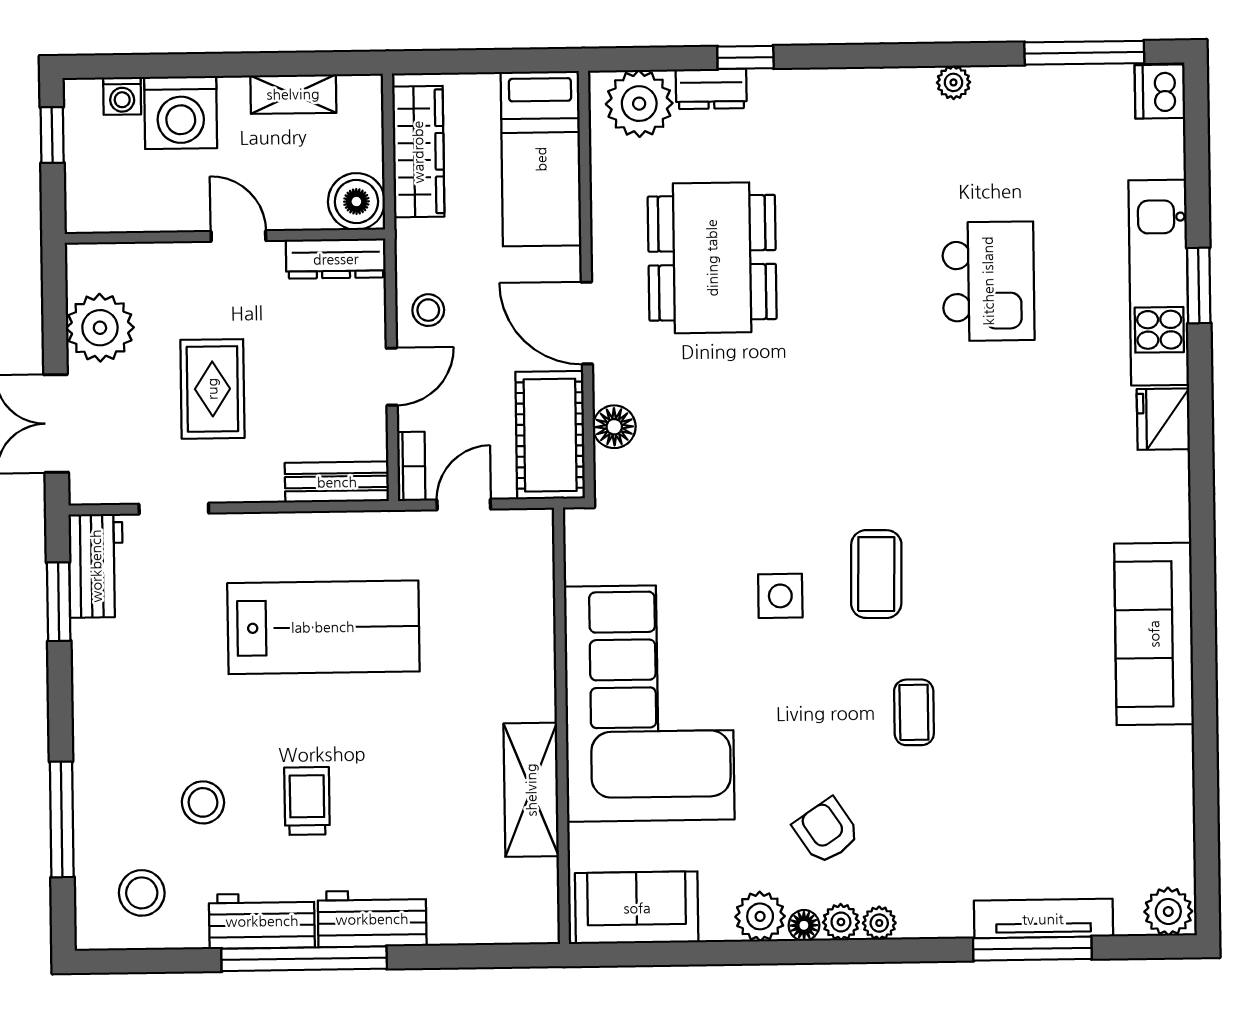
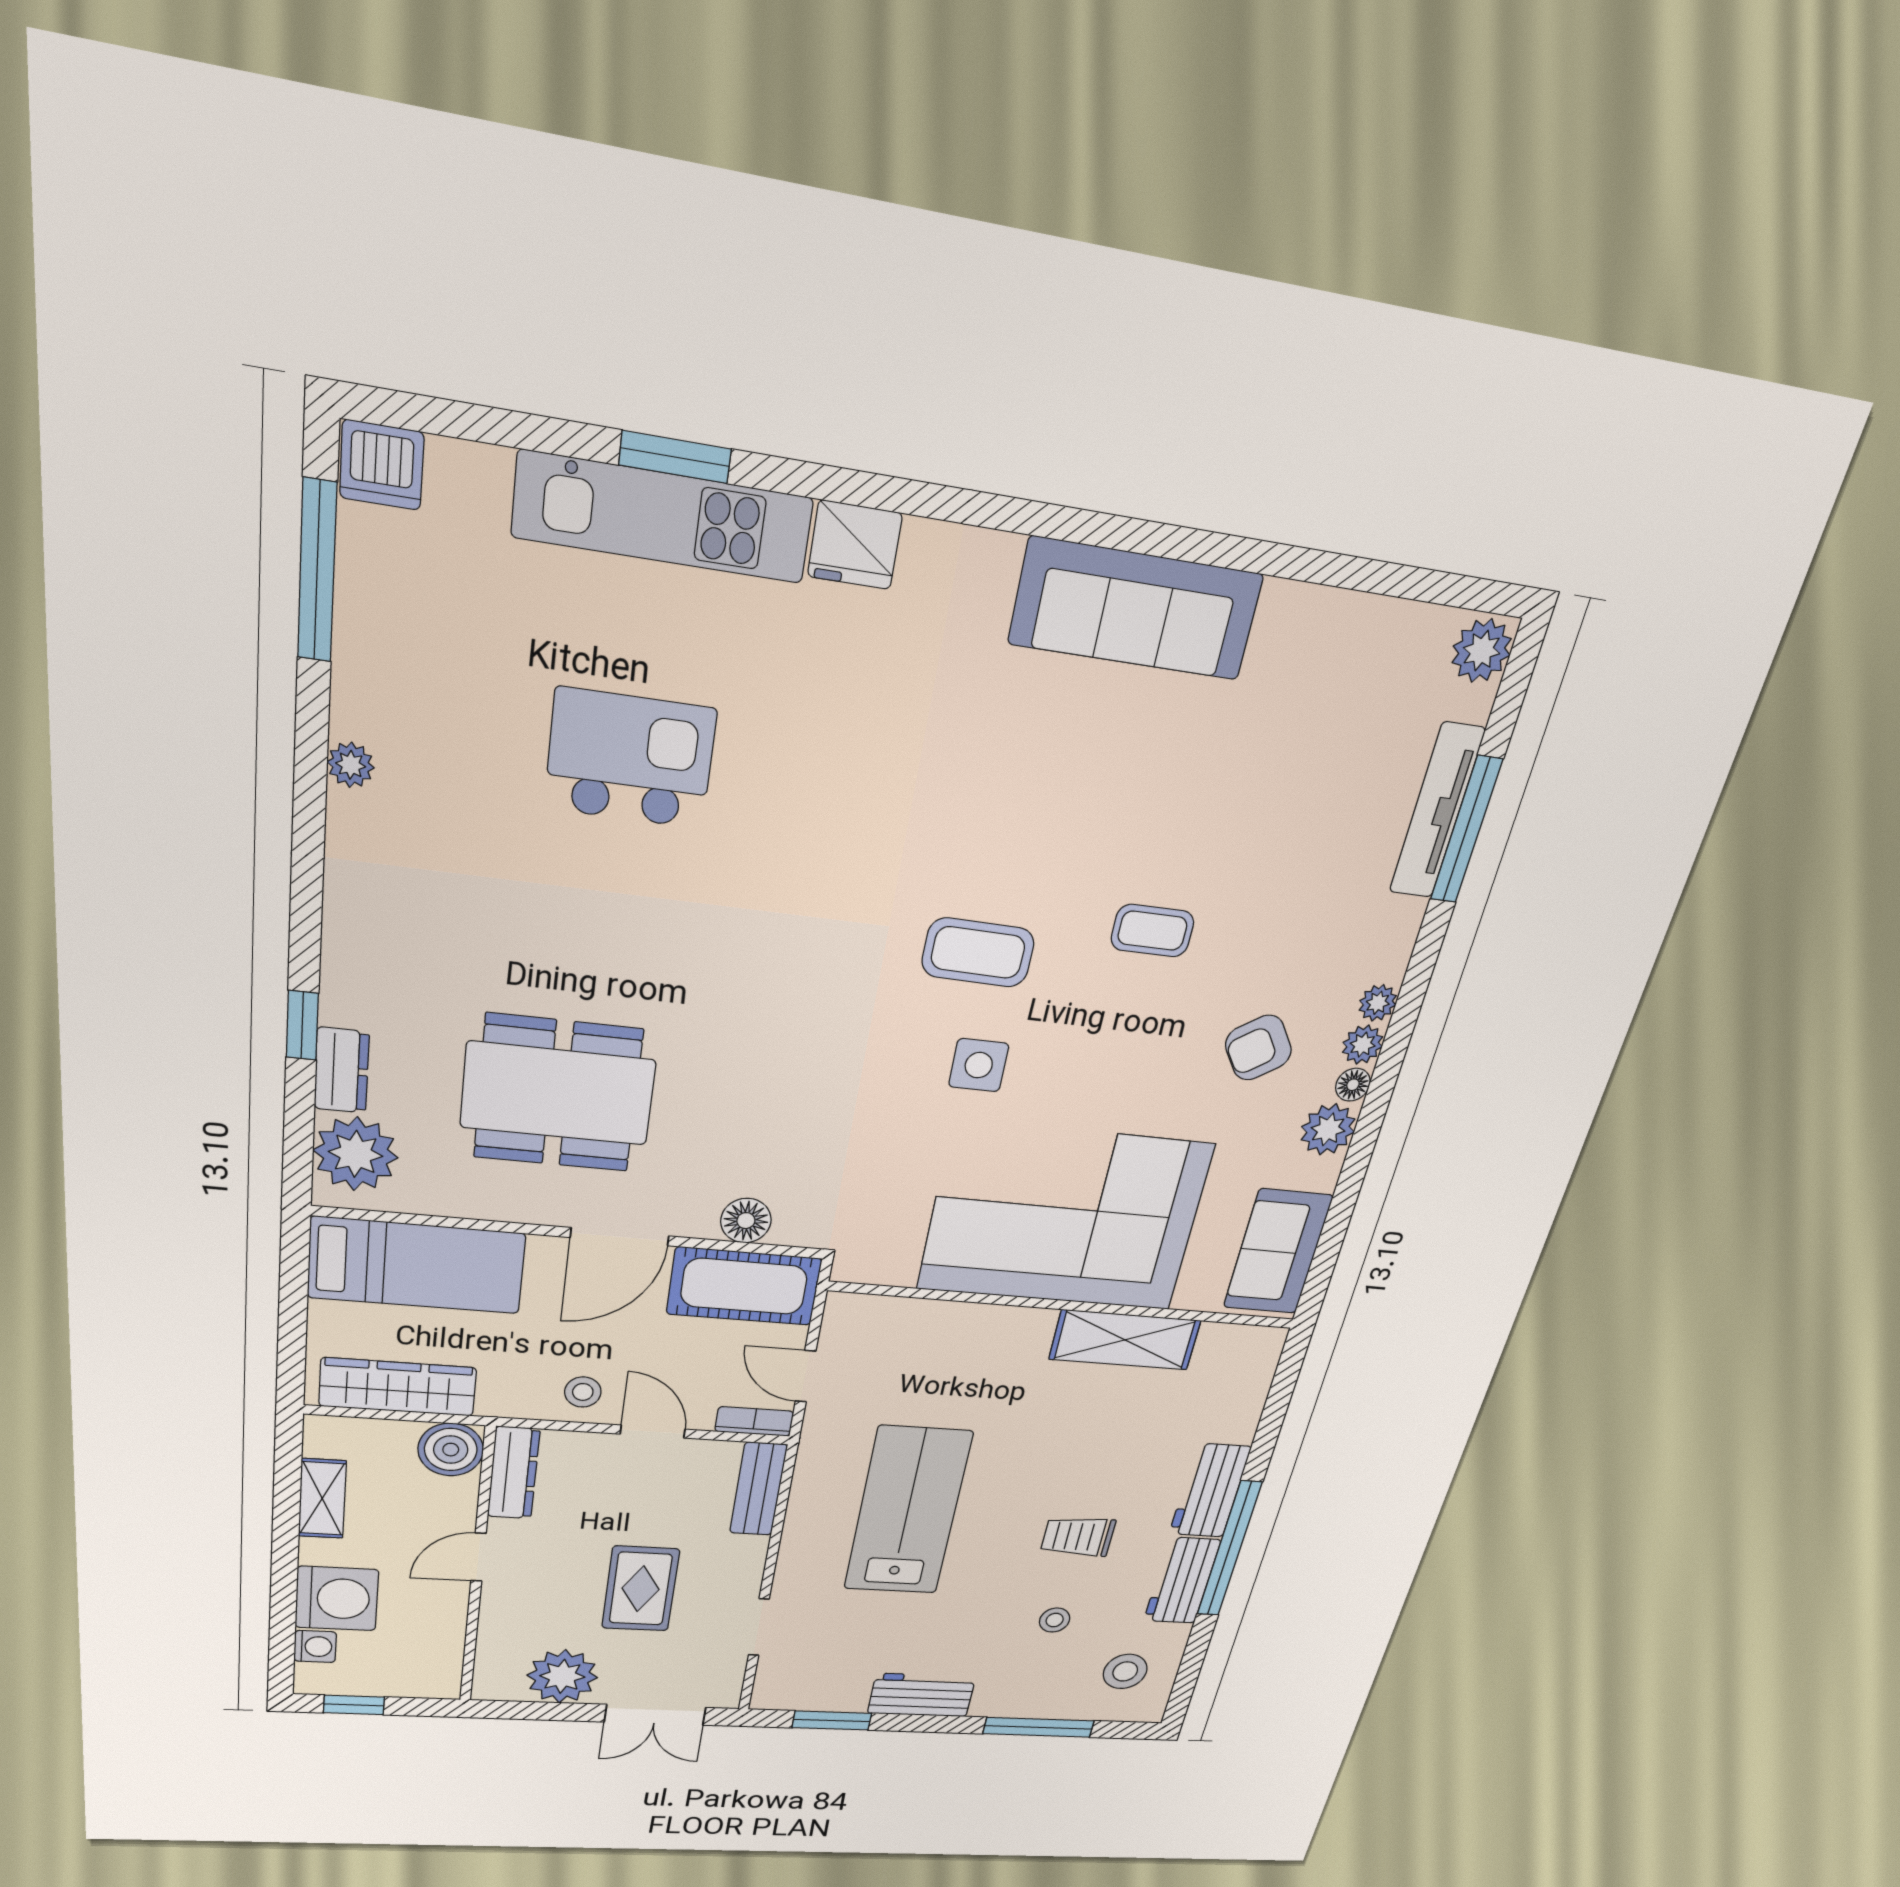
rug: (212, 389) -> (641, 1589), turned 90
workbench: (96, 566) -> (922, 1695), moved
stool: (203, 802) -> (1055, 1620), width x0.73, depth x0.73

